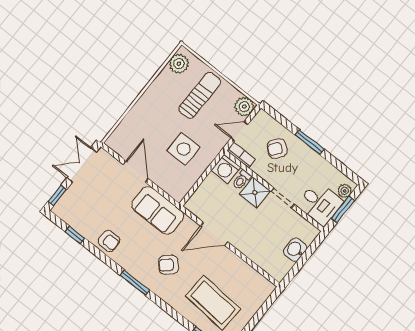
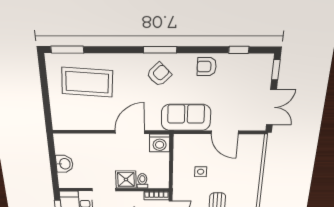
side table: (184, 149) -> (201, 172), width x0.54, depth x0.54
washing machine: (226, 169) -> (160, 143), moved, turned 180
armchair: (169, 265) -> (159, 74), moved

